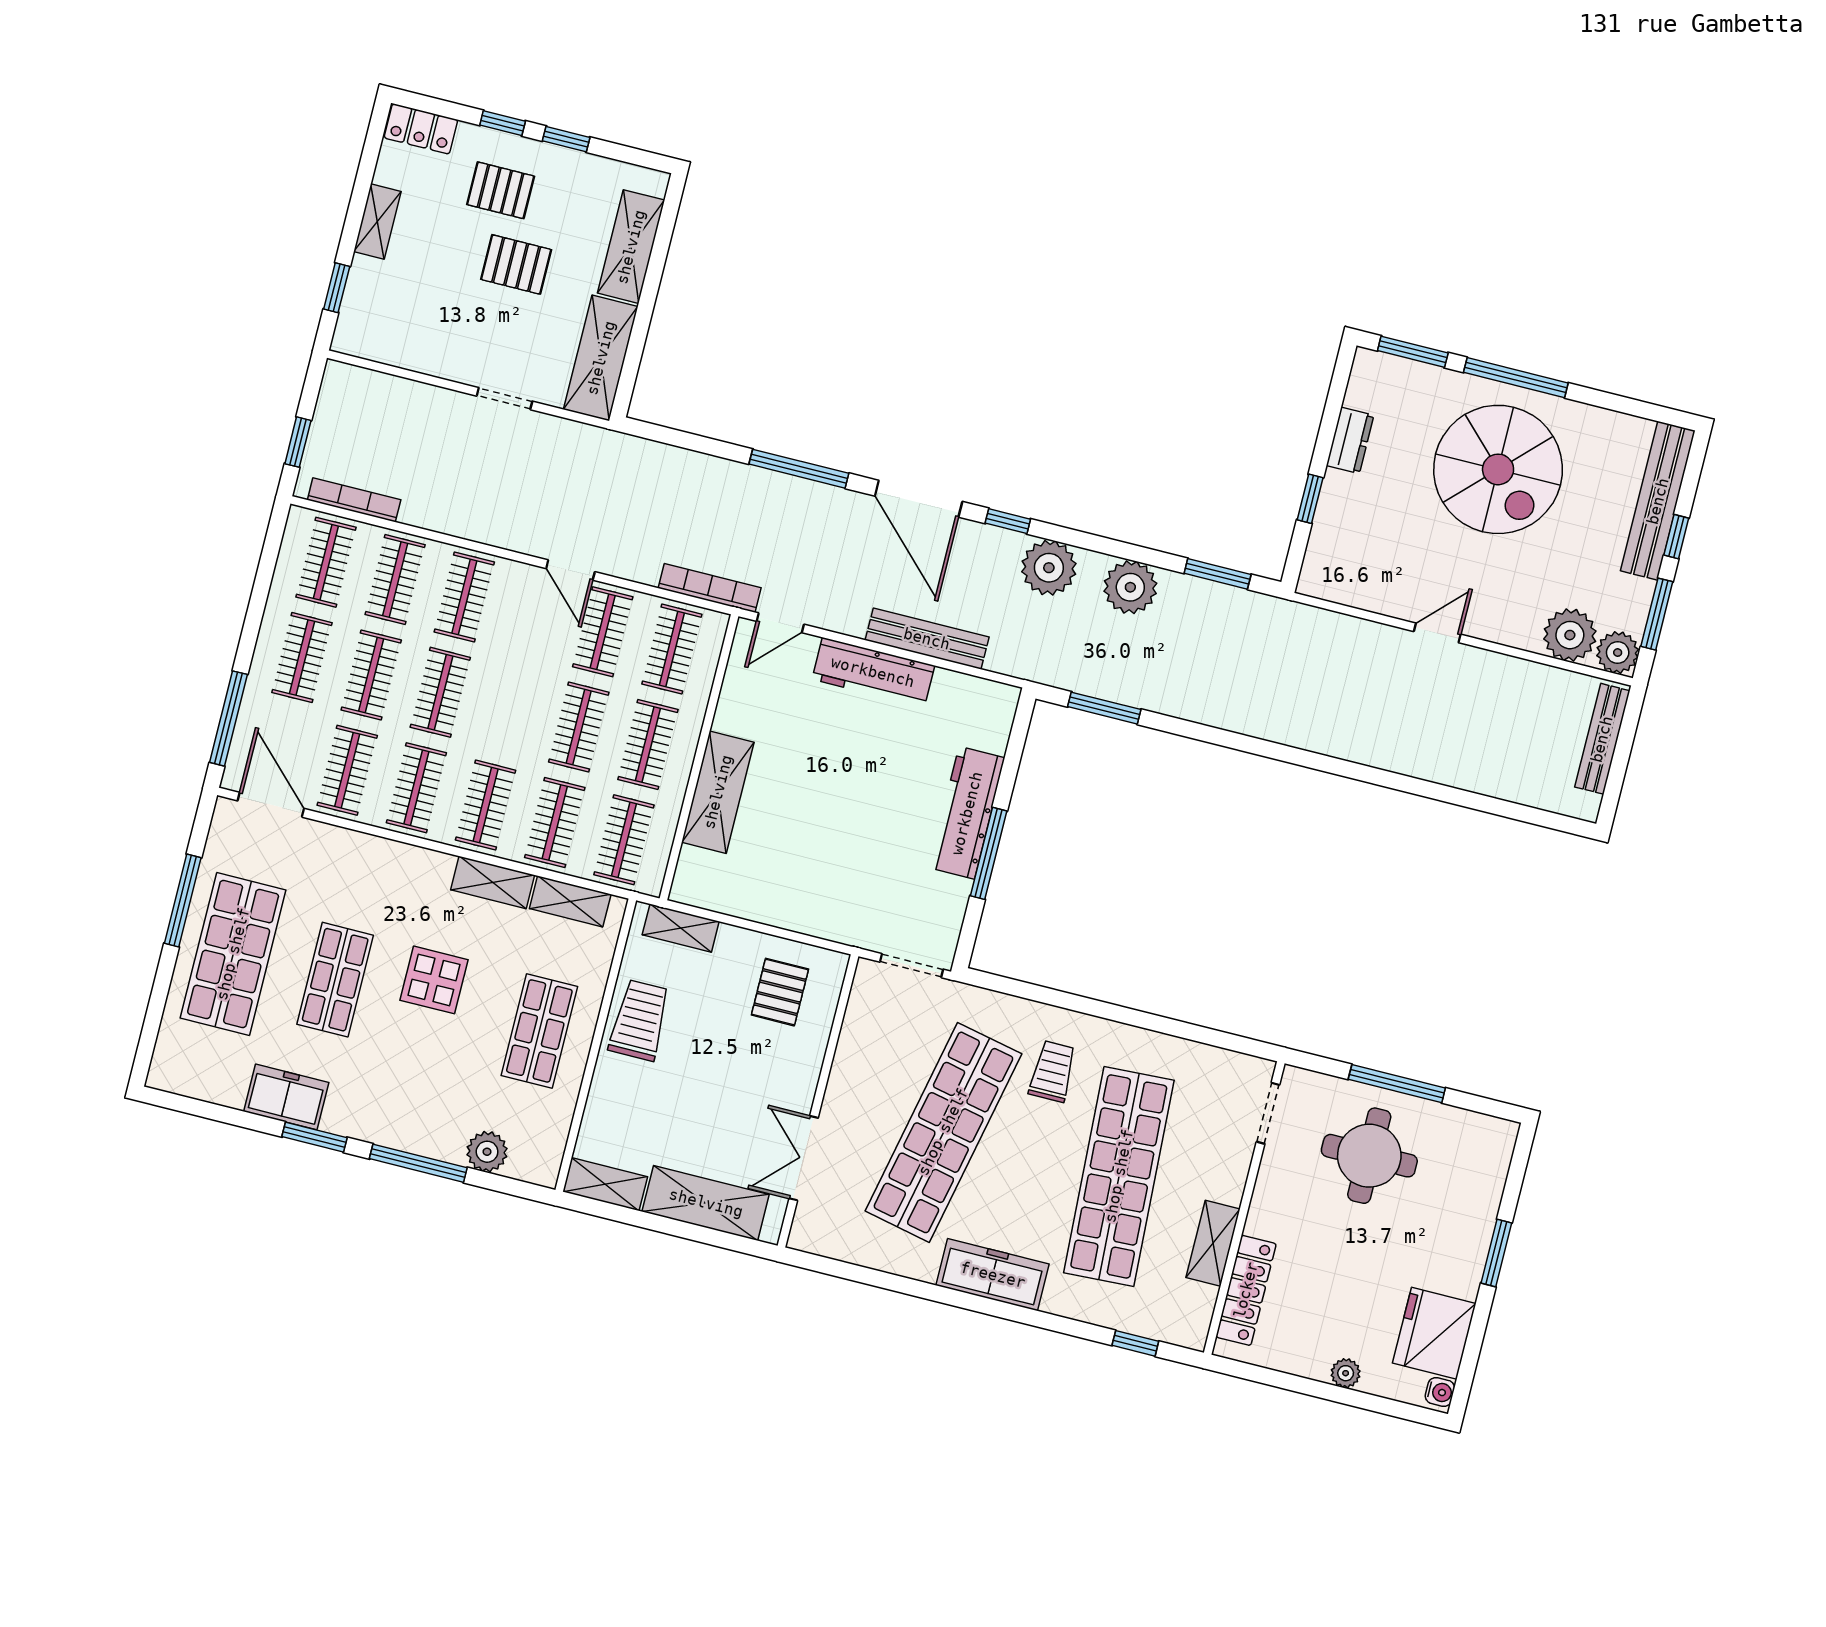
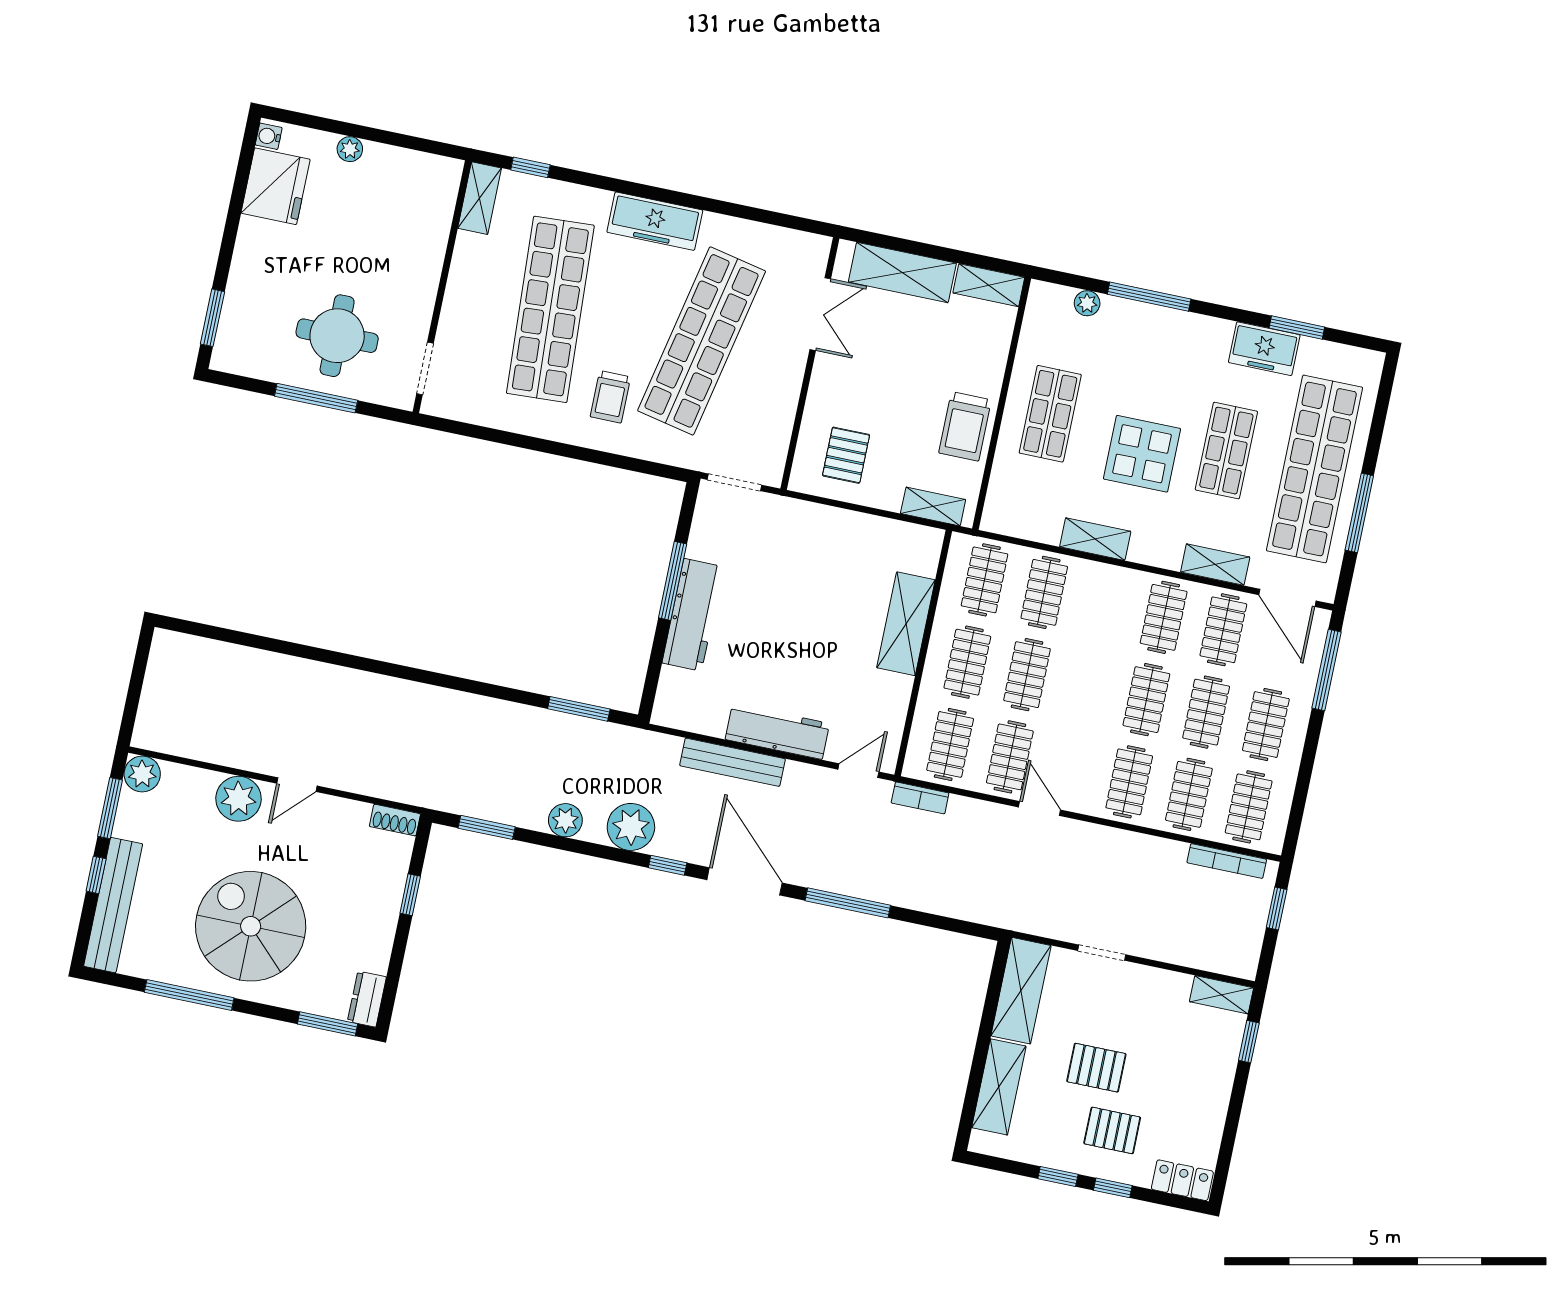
shelving: (377, 221) -> (1221, 995), moved, turned 90
window: (1516, 378) -> (189, 995), moved
dresser: (1350, 440) -> (367, 999), moved
plant: (1130, 587) -> (565, 820), width x0.73, depth x0.73
shoe rack: (1324, 587) -> (395, 820), added
bookcase: (710, 588) -> (920, 798), width x0.64
plant: (1570, 635) -> (239, 799), moved
bench: (1602, 739) -> (152, 700), removed
clothes rail: (486, 805) -> (1104, 605), removed
shelving: (570, 901) -> (1215, 565), moved
shop shelf: (233, 954) -> (1314, 469), width x1.40
display table: (434, 980) -> (1142, 454), width x1.36, depth x1.36
window: (315, 1137) -> (1297, 327), moved
plant: (487, 1152) -> (1087, 303), width x0.73, depth x0.73
shelving: (1213, 1243) -> (480, 198), moved
window: (1496, 1253) -> (212, 318), moved
locker: (1246, 1290) -> (438, 216), removed

